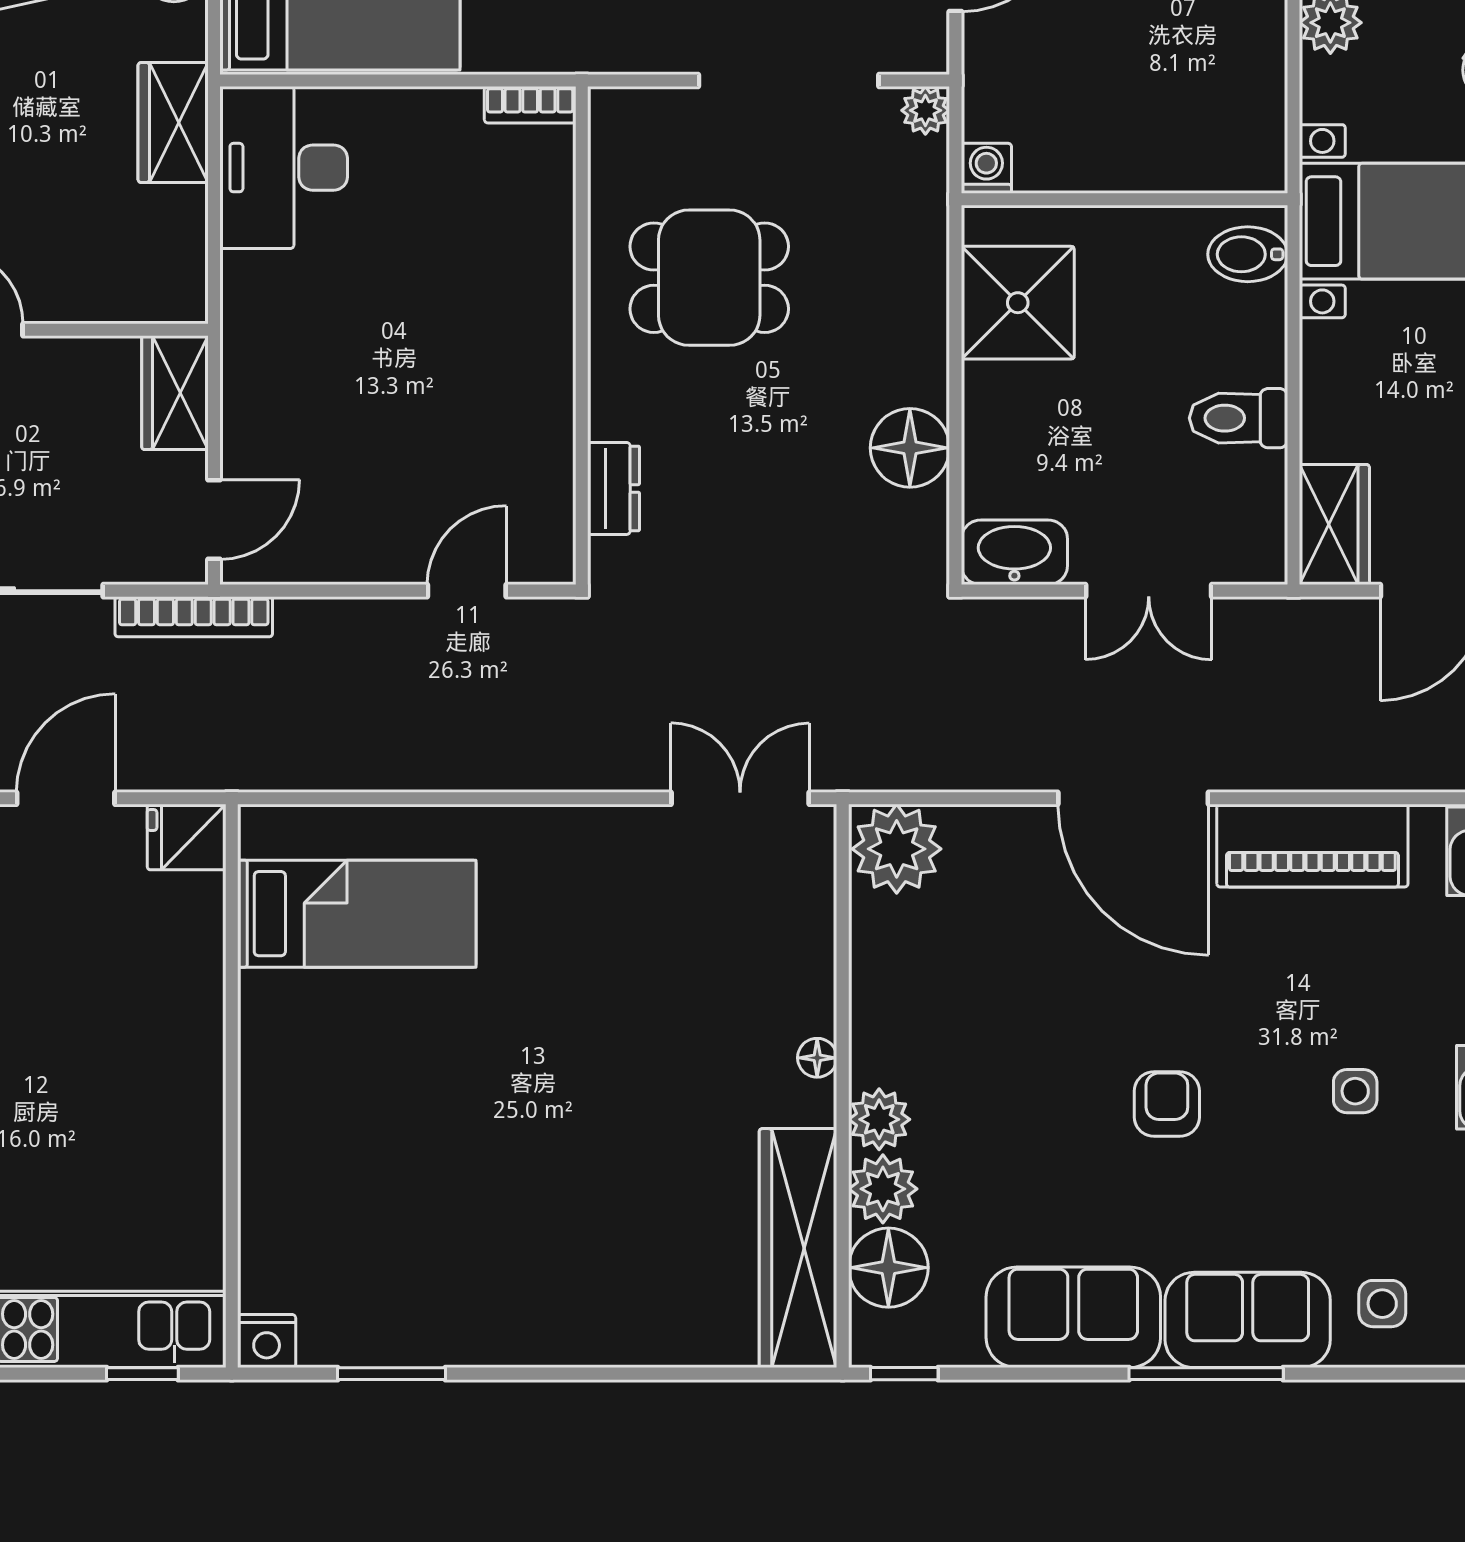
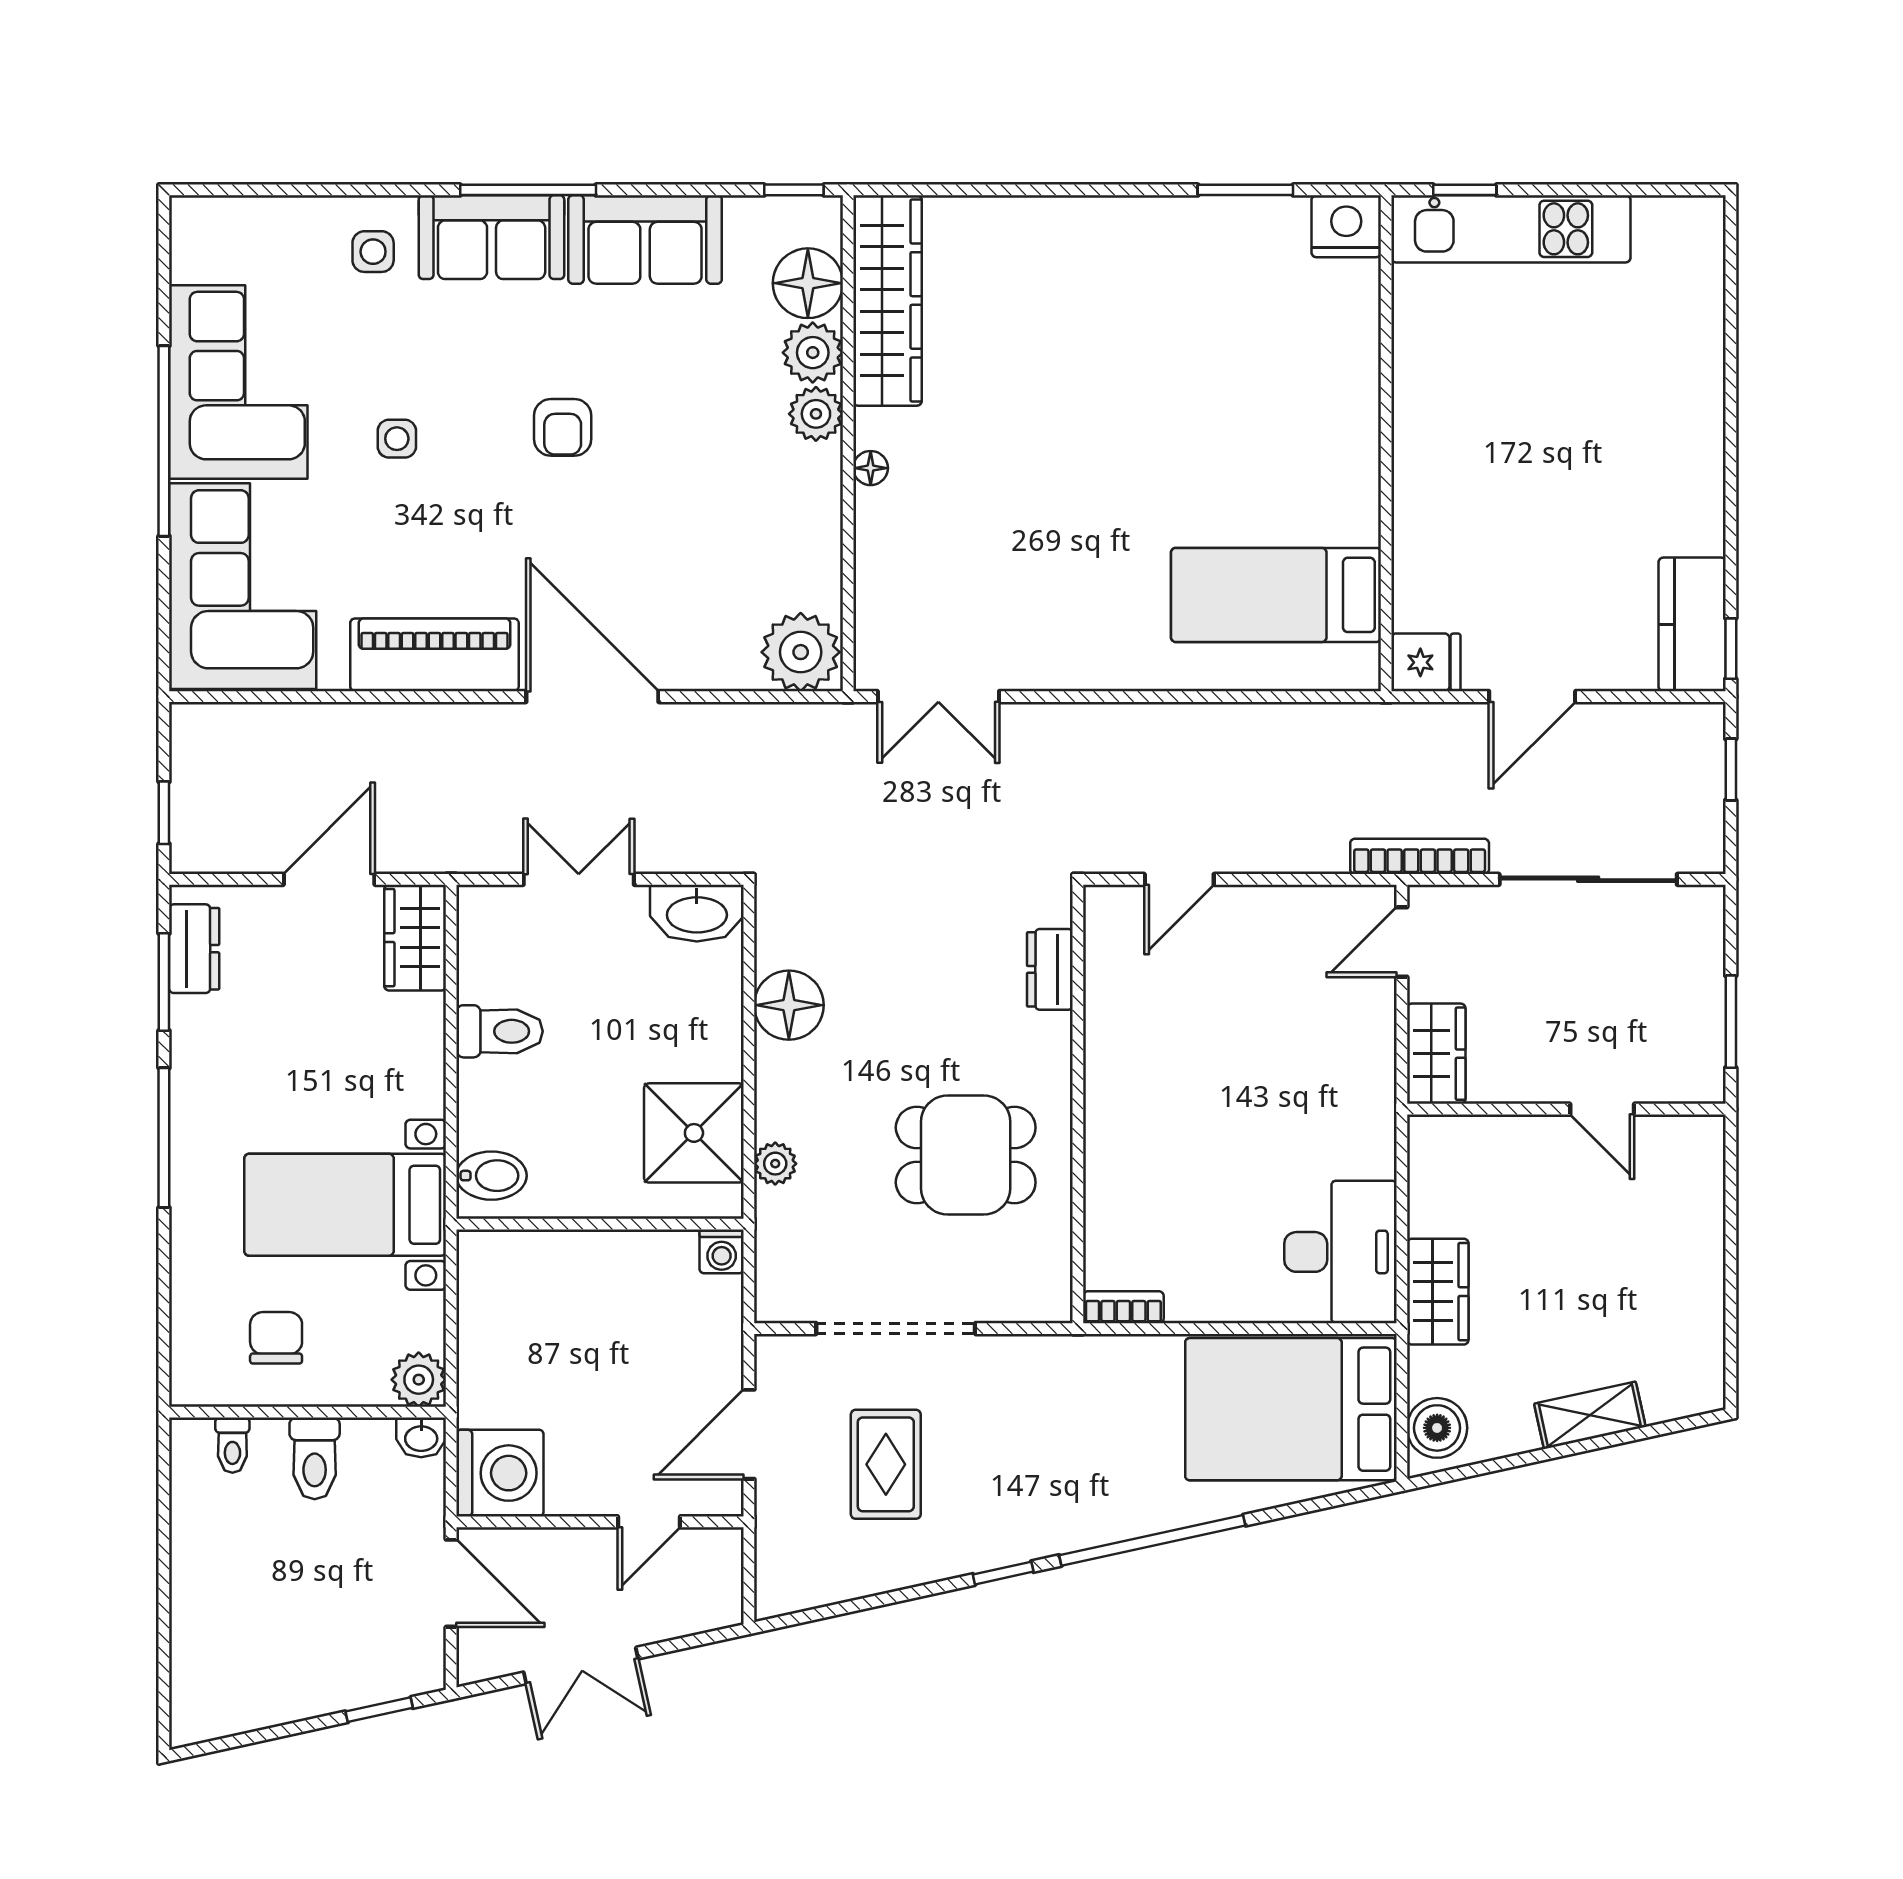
plant: (925, 110) -> (775, 1164), moved
nightstand: (267, 1341) -> (1346, 226), width x1.36, depth x1.33

